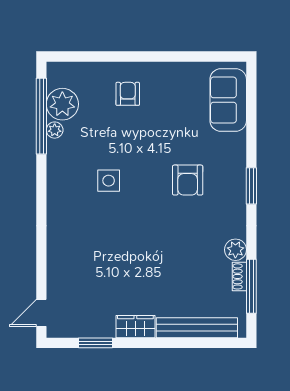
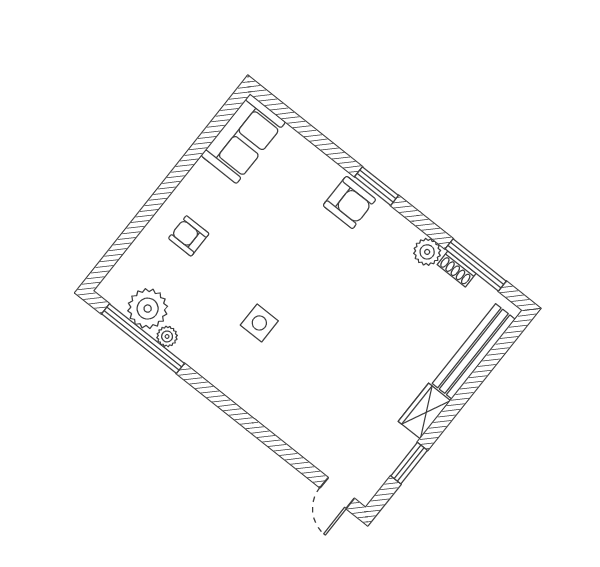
sofa: (228, 100) -> (243, 139), moved, turned -90
armchair: (188, 180) -> (349, 202), moved

